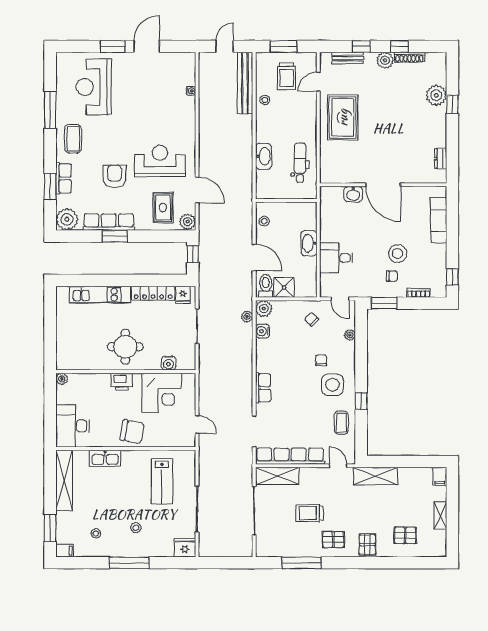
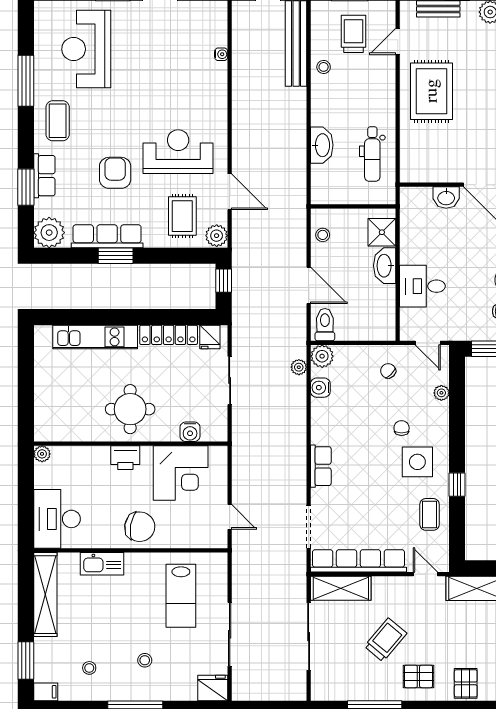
trolley: (286, 76) -> (353, 34), turned 180
dental chair: (300, 163) -> (372, 154), turned 180
shower: (284, 287) -> (382, 232), moved
trolley: (310, 513) -> (386, 640), turned 130

